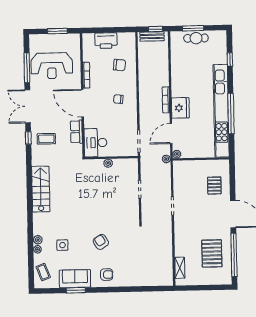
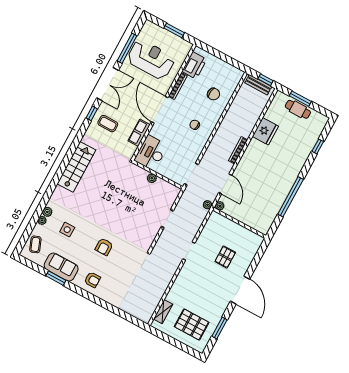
printer: (106, 41) -> (194, 65), moved, turned -90
reception desk: (52, 66) -> (151, 59), turned 180
double door: (28, 106) -> (108, 84), swing flipped
fridge: (180, 108) -> (265, 131), moved
kitchen unit: (221, 111) -> (283, 189), removed
door: (171, 133) -> (225, 184), swing flipped
pallet: (214, 186) -> (225, 257), moved
armchair: (101, 242) -> (104, 247), turned -149
pallet: (212, 253) -> (192, 324), moved, turned 90
window: (234, 255) -> (220, 328), width x0.47

